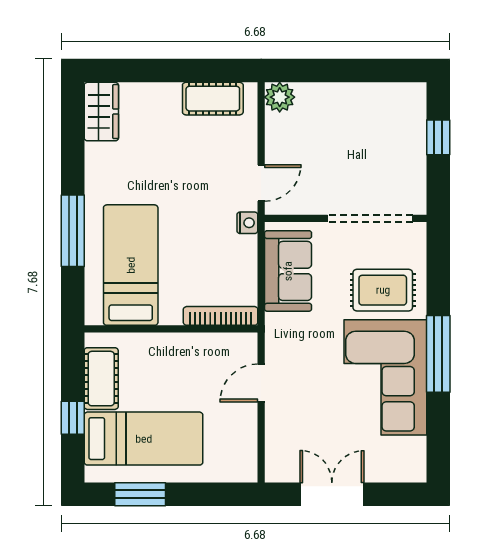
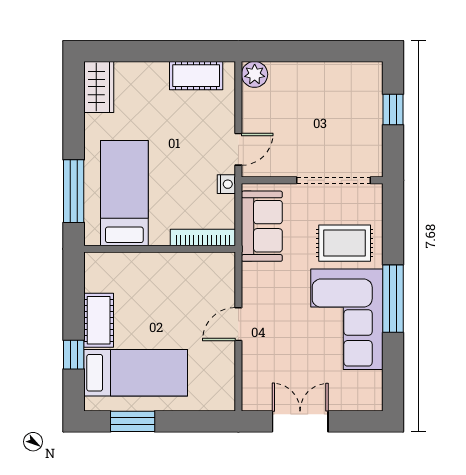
bed: (131, 265) -> (124, 193), moved
bookcase: (221, 316) -> (203, 238), moved
wall: (171, 329) -> (160, 249), moved

